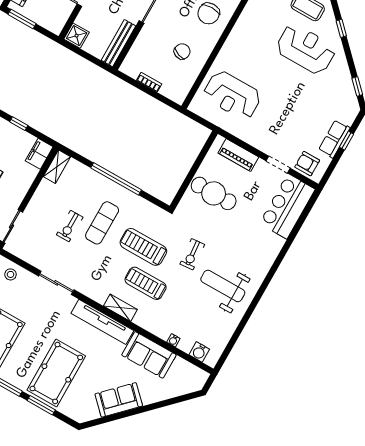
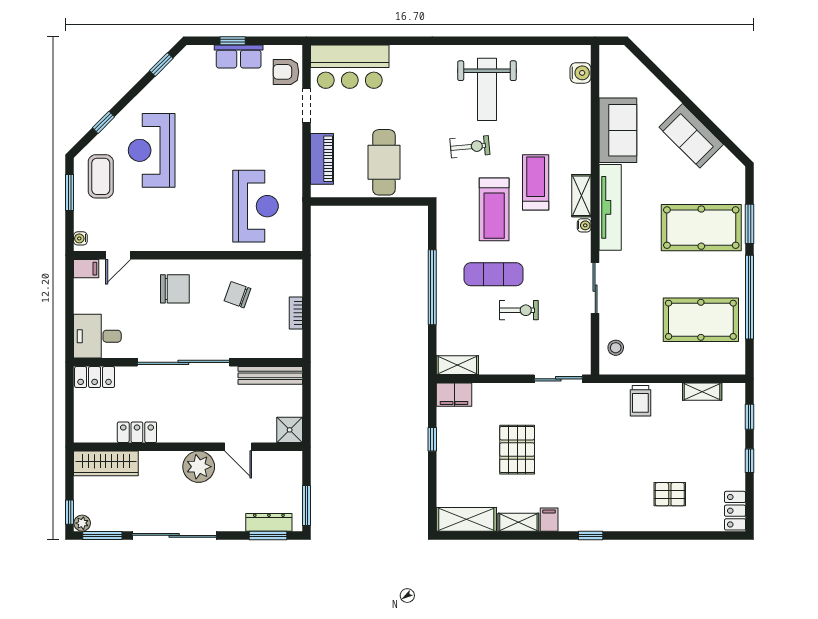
armchair: (307, 164) -> (286, 72), turned 90
treadmill: (146, 283) -> (536, 182), turned 180
water cooler: (173, 340) -> (584, 225), moved

